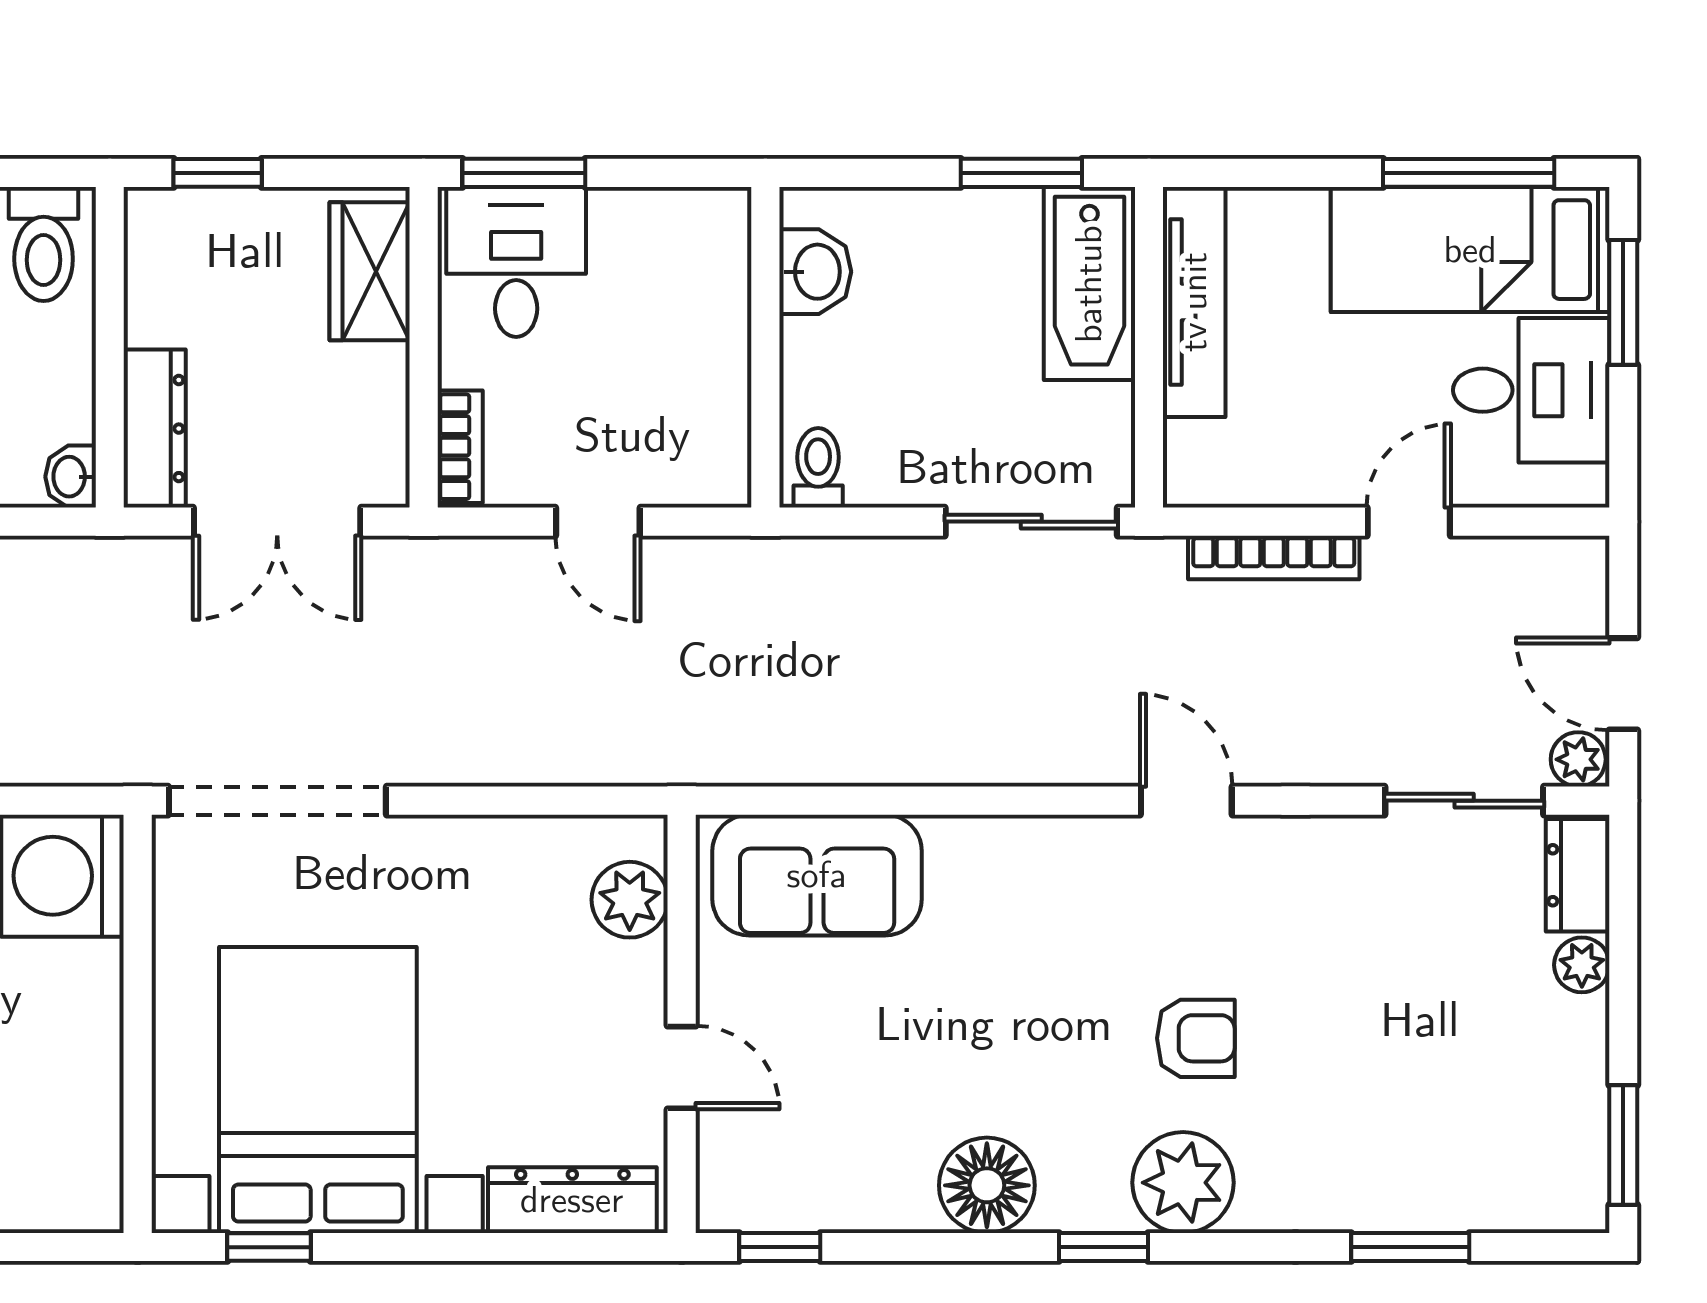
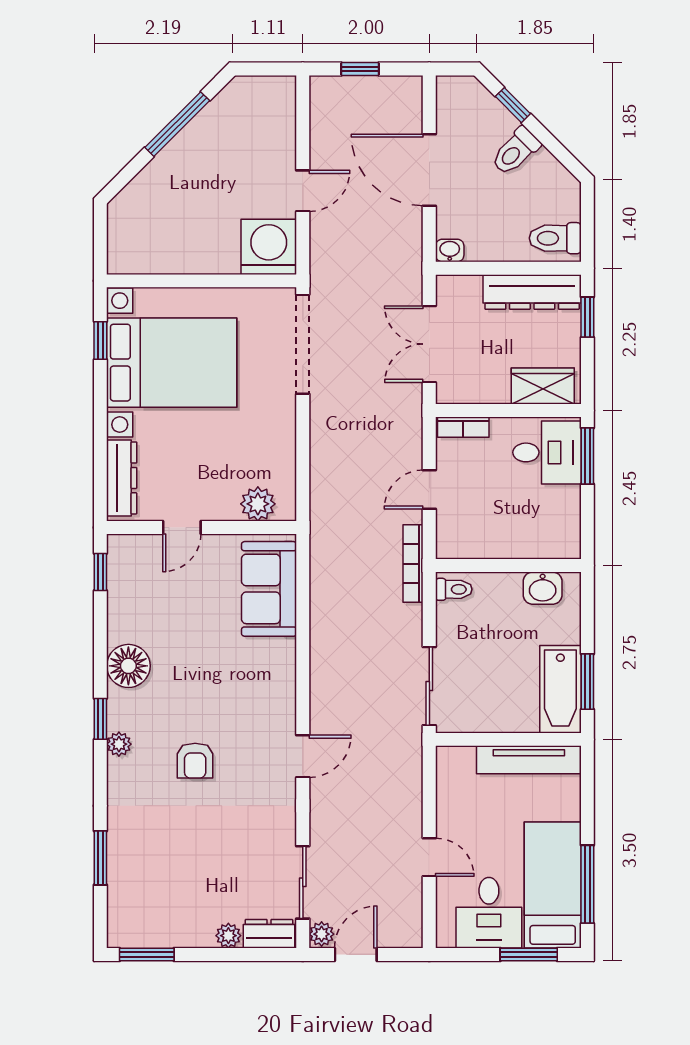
bathtub: (1089, 284) -> (560, 689), moved, turned -90
dresser: (155, 429) -> (532, 292), moved, width x1.37, depth x1.24
bookcase: (1274, 558) -> (413, 564), moved
plant: (1183, 1183) -> (119, 744), width x0.53, depth x0.53

